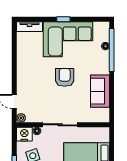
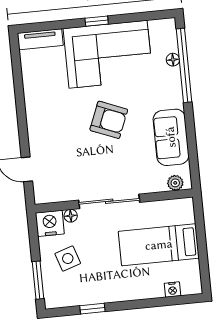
armchair: (65, 77) -> (109, 120), turned 112
plant: (21, 118) -> (175, 183), moved

